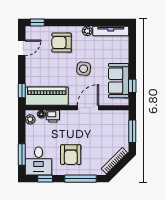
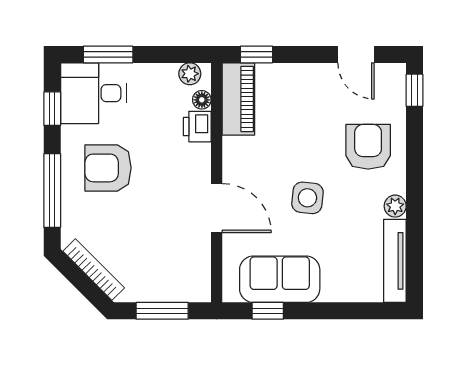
piano: (47, 96) -> (238, 99), width x0.73, depth x0.75

